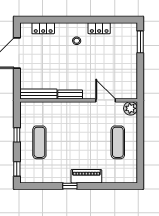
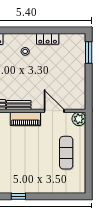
piano: (86, 176) -> (25, 119), moved, turned 180

